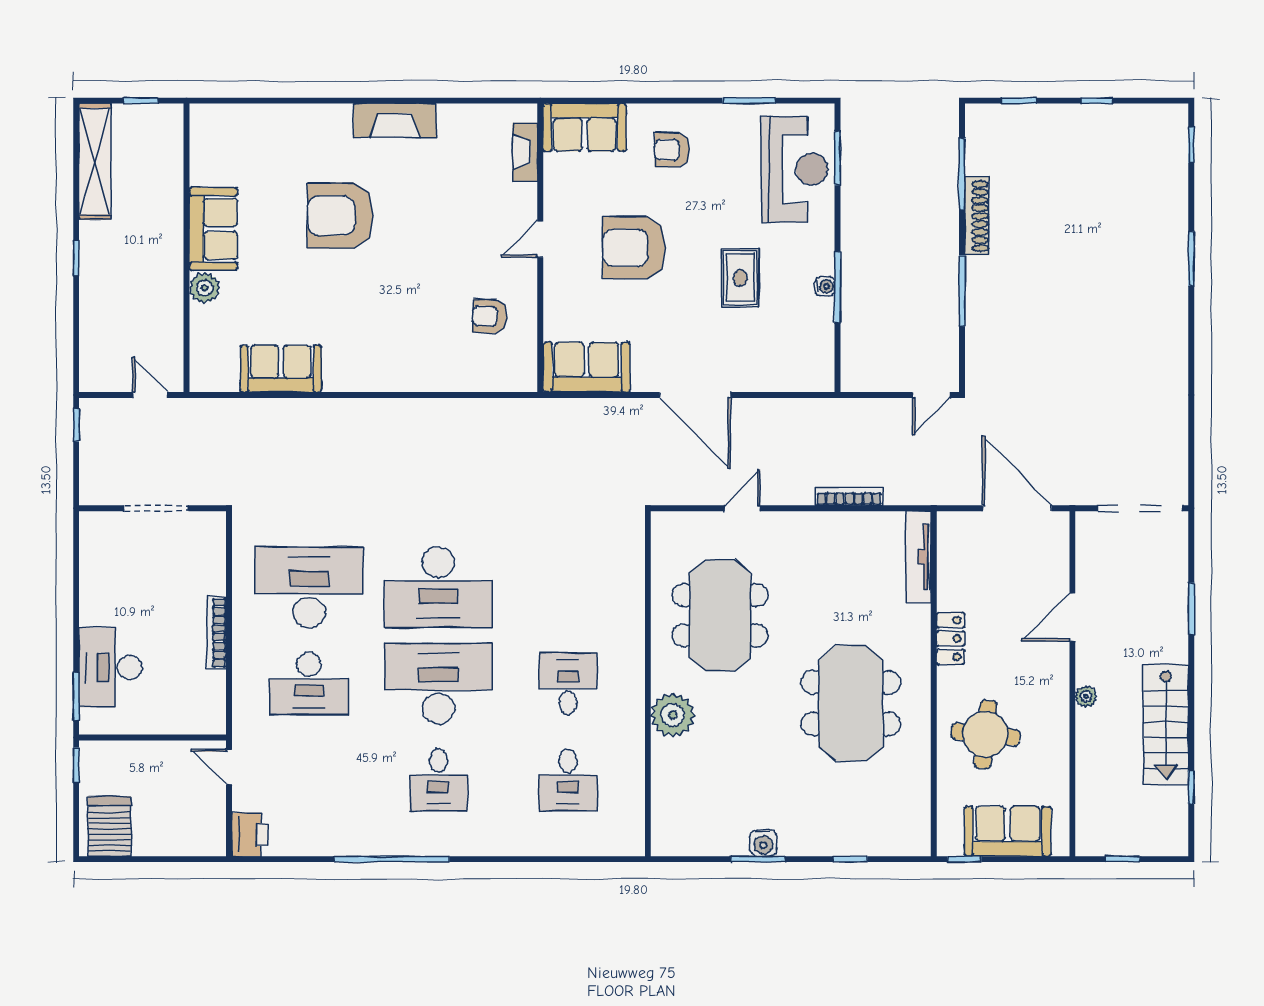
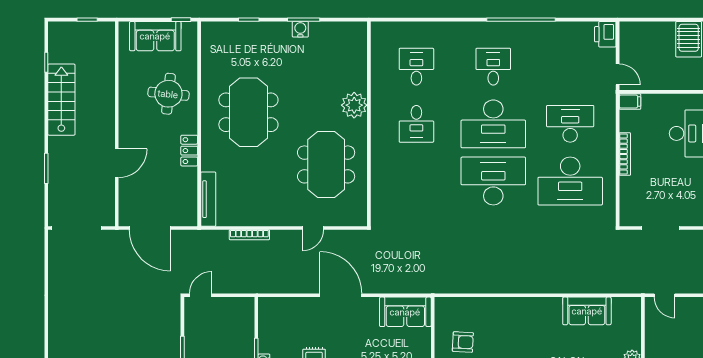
plant: (1086, 696) -> (109, 116), removed
filing cabinet: (208, 721) -> (630, 102), added

